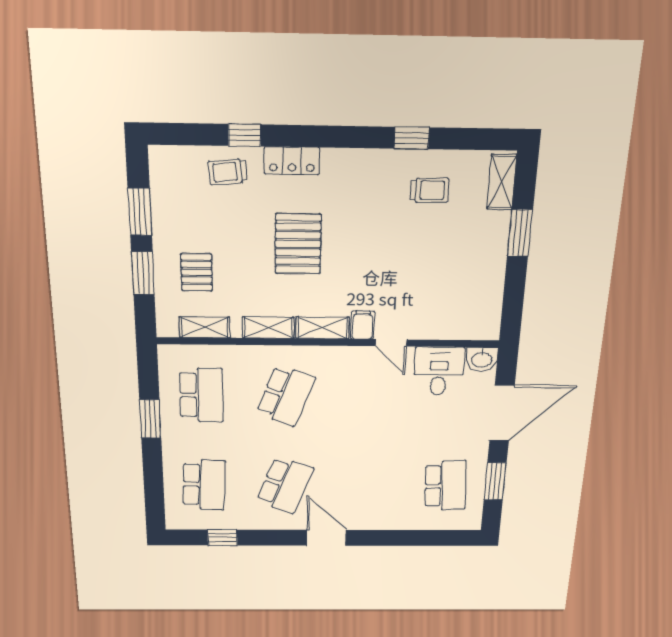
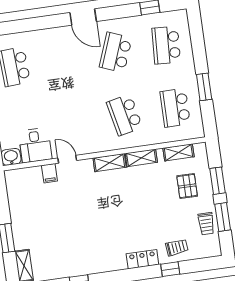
trolley: (430, 190) -> (206, 224), moved, turned -90
pallet: (298, 244) -> (132, 212), removed
filing cabinet: (362, 325) -> (49, 173), moved
school desk: (286, 396) -> (125, 115), turned -33

